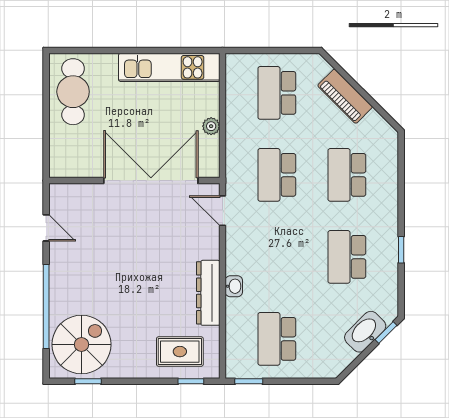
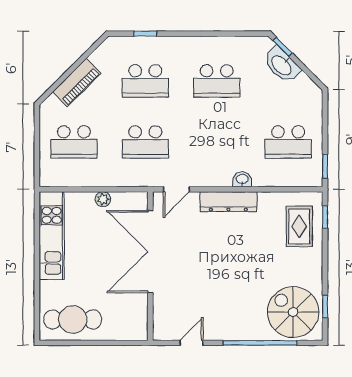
window: (401, 250) -> (145, 34), moved
dresser: (208, 293) -> (228, 202), moved

